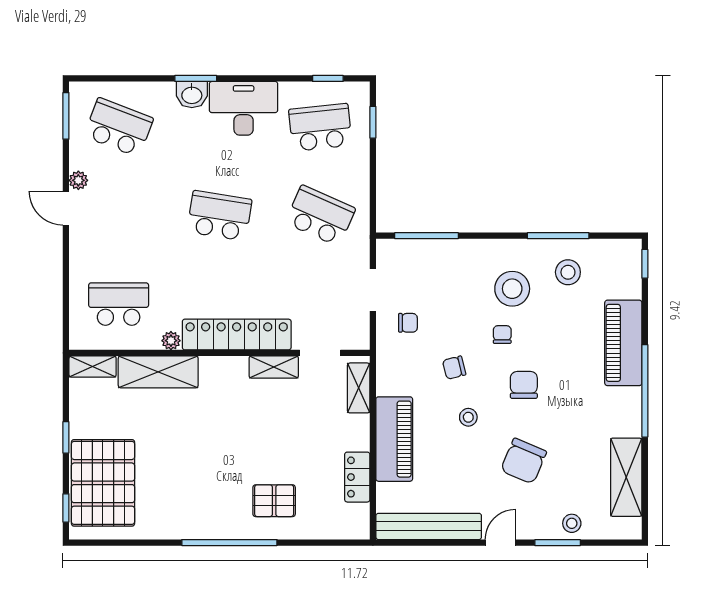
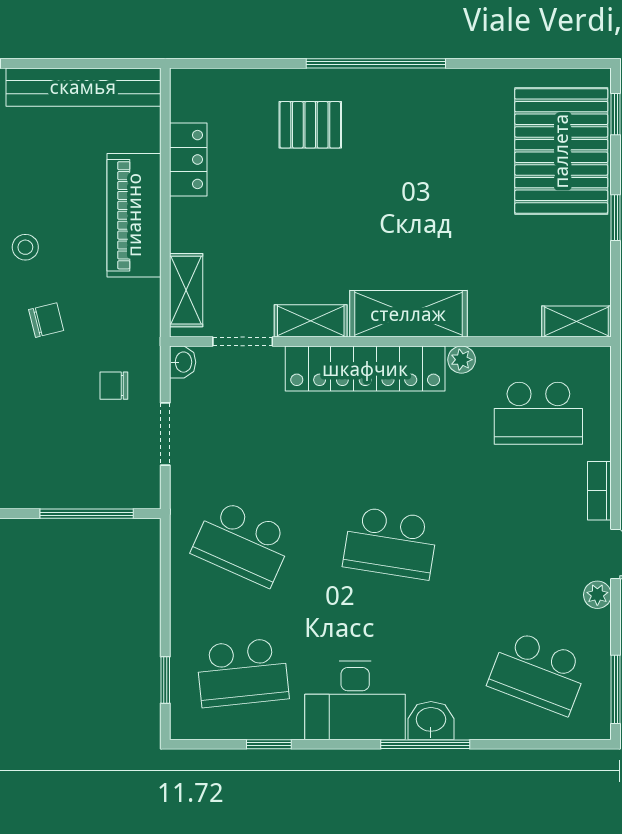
window: (196, 78) -> (425, 744), width x1.44
window: (328, 78) -> (269, 744), moved
bookcase: (77, 251) -> (599, 491), added
washbasin: (361, 339) -> (183, 362), added
shelving: (158, 372) -> (408, 314), moved

